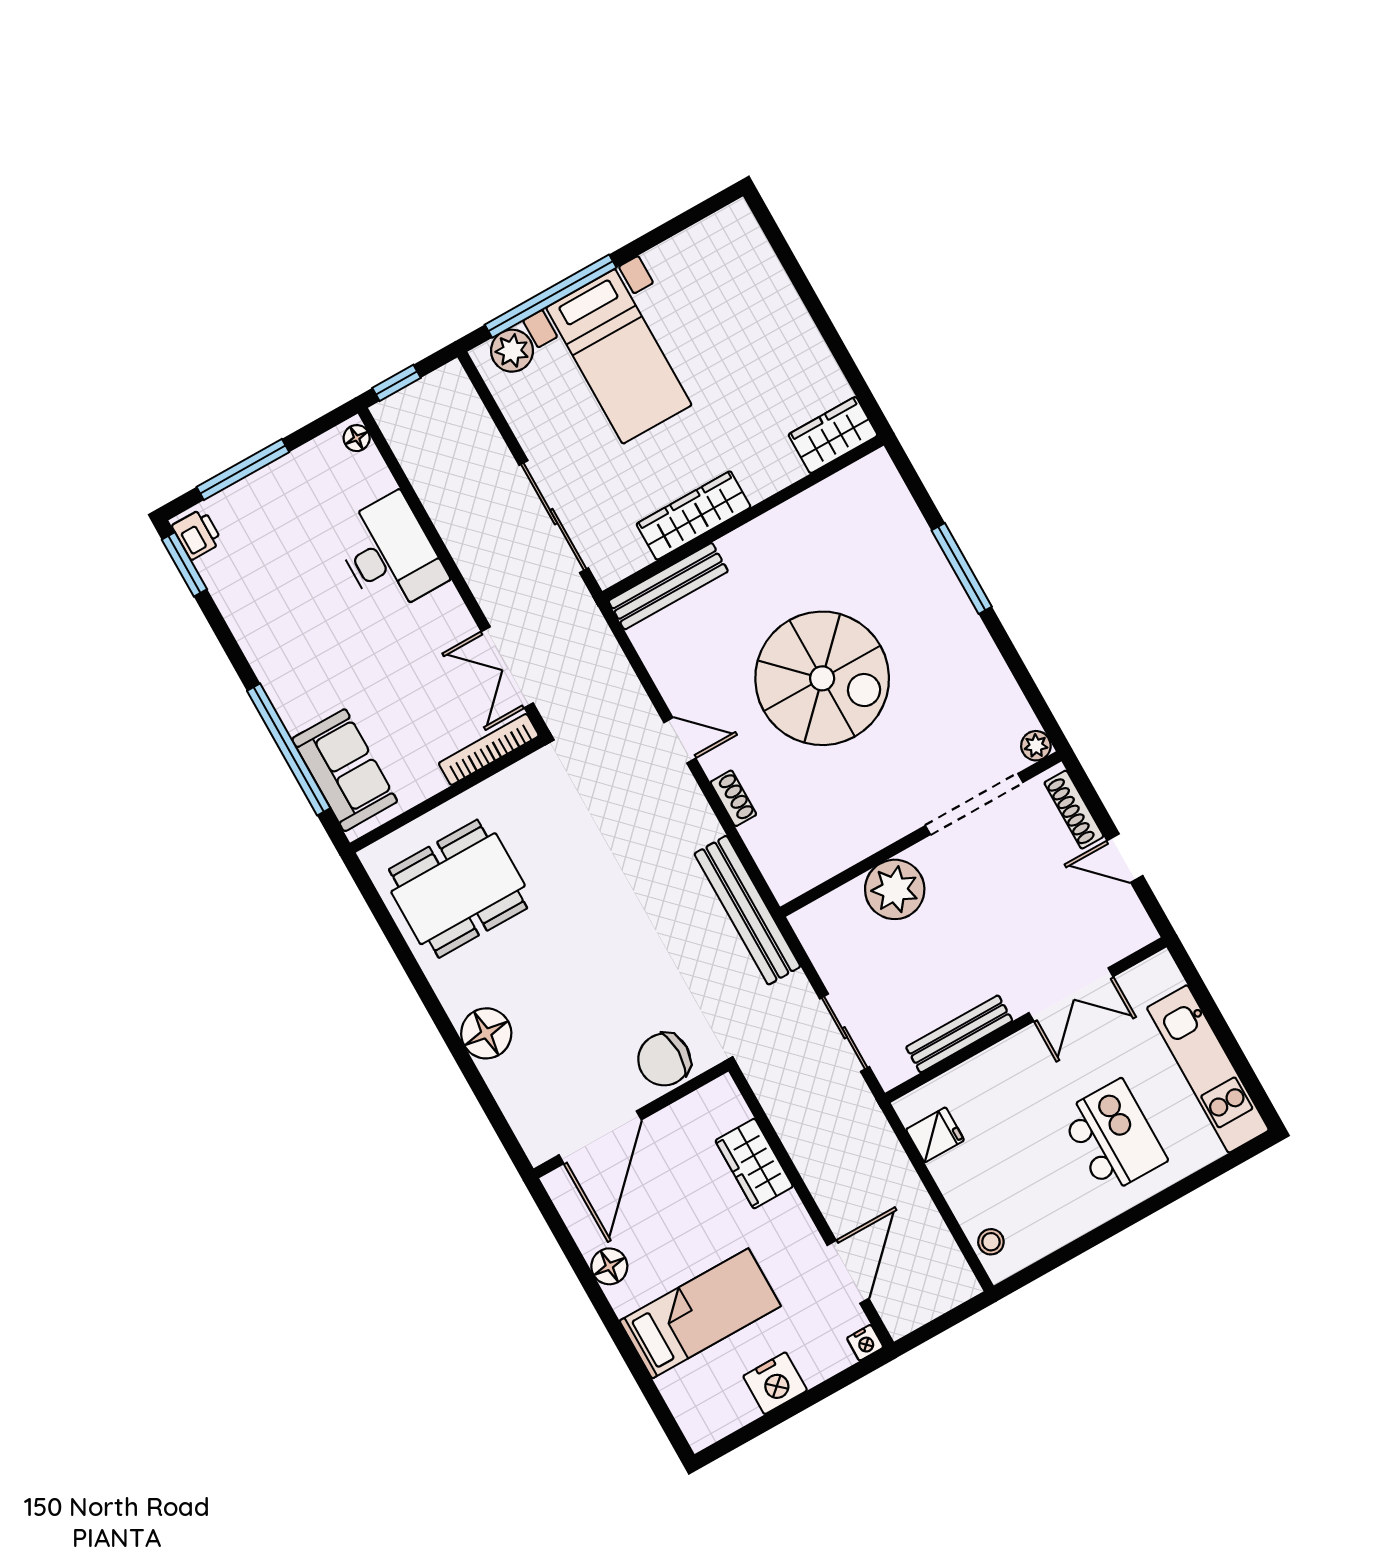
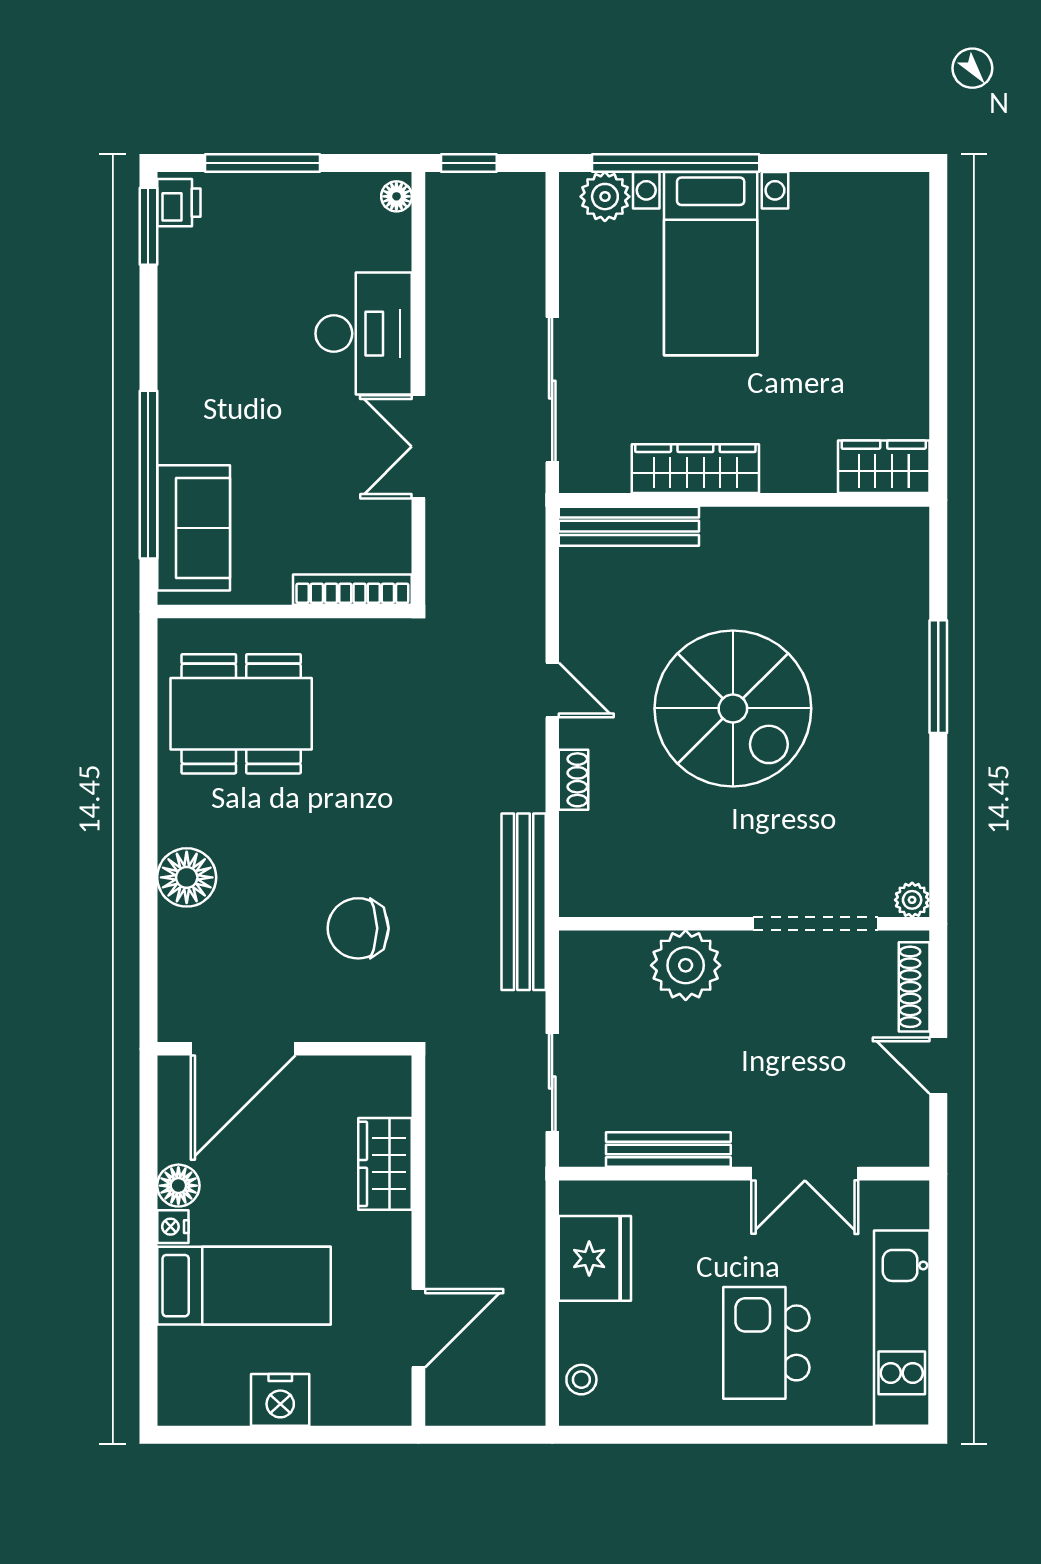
double door: (507, 667) -> (418, 447), moved
chair: (664, 1060) -> (358, 928), moved
fridge: (935, 1135) -> (595, 1258), width x1.88, depth x1.34
kitchen island: (1113, 1137) -> (766, 1343), turned 180
nightstand: (865, 1343) -> (173, 1227), moved, turned 90

